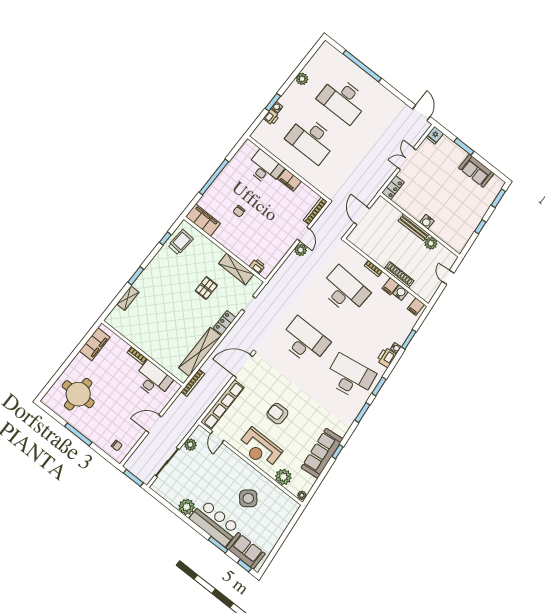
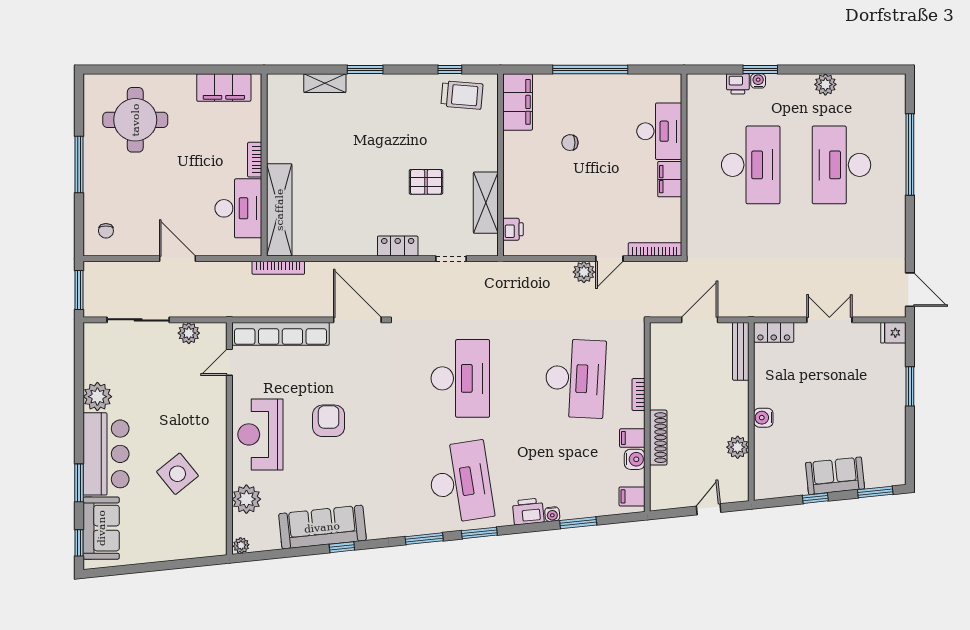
door: (421, 113) -> (910, 290), hinge flipped
desk: (311, 140) -> (751, 165), turned 180
sofa: (476, 171) -> (835, 476), moved, turned 84
bench: (414, 227) -> (741, 351), moved
shelving: (200, 352) -> (279, 210), moved, turned 90

